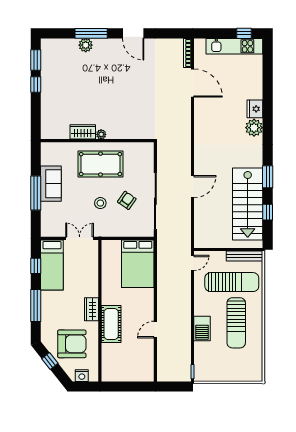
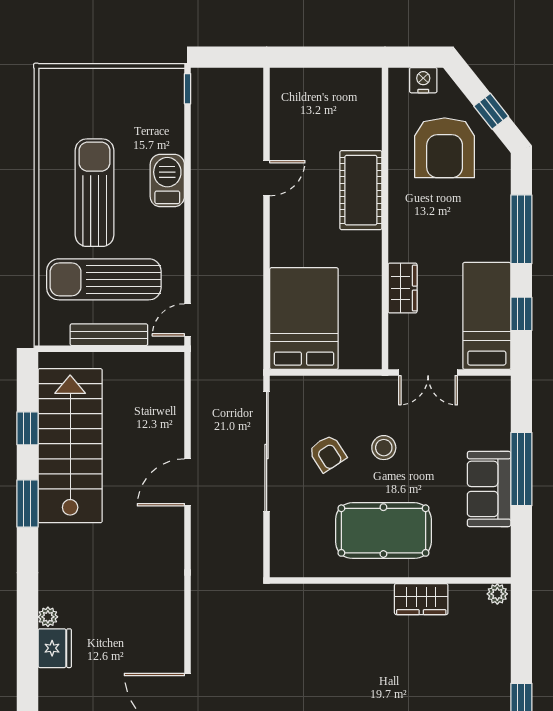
plant: (254, 128) -> (48, 617), width x0.53, depth x0.53
plant: (101, 134) -> (497, 594), moved
armchair: (127, 200) -> (328, 453), turned -68
bench: (245, 256) -> (109, 335), moved
wardrobe: (91, 309) -> (403, 288), moved
armchair: (72, 344) -> (445, 148), turned -90

